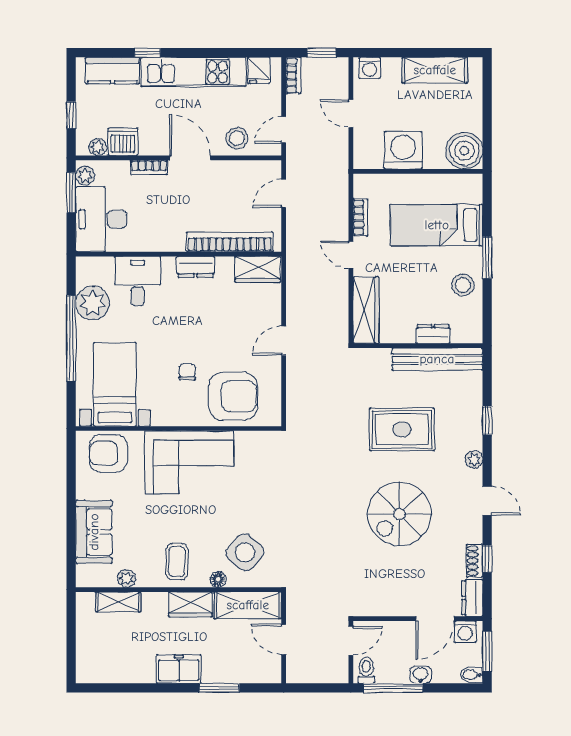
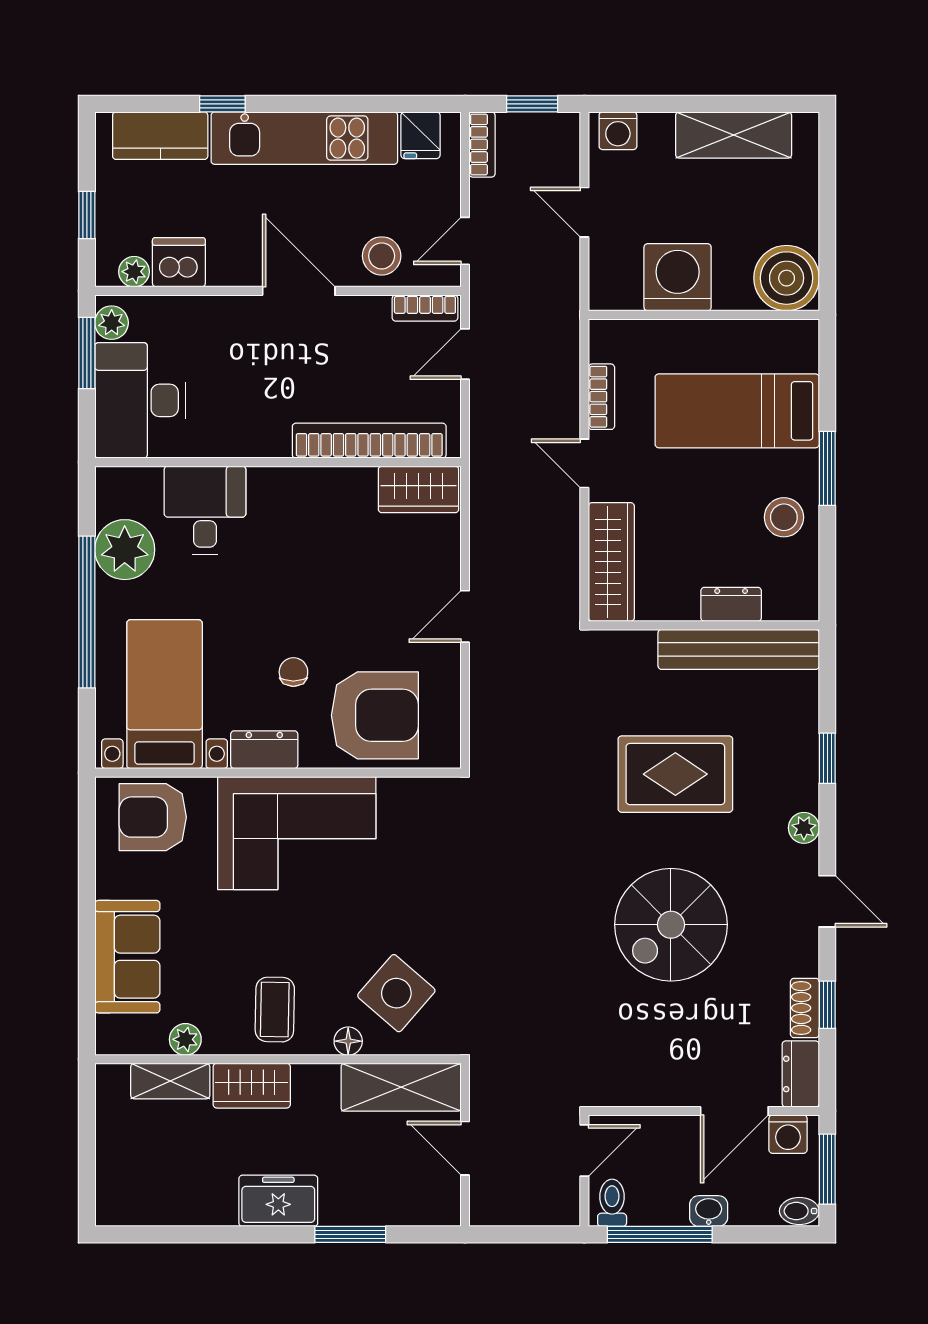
bookcase: (149, 167) -> (425, 308), moved
dresser: (196, 267) -> (264, 750), moved, turned 180
wardrobe: (191, 604) -> (252, 1086), moved

